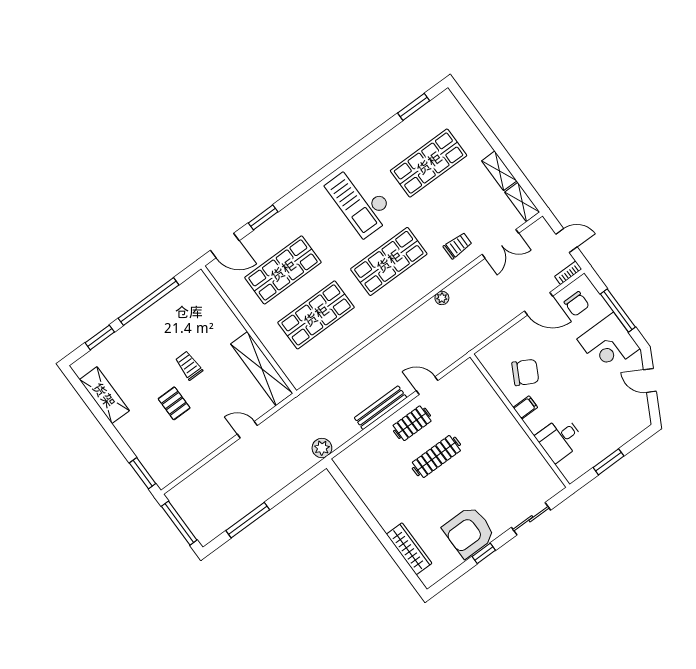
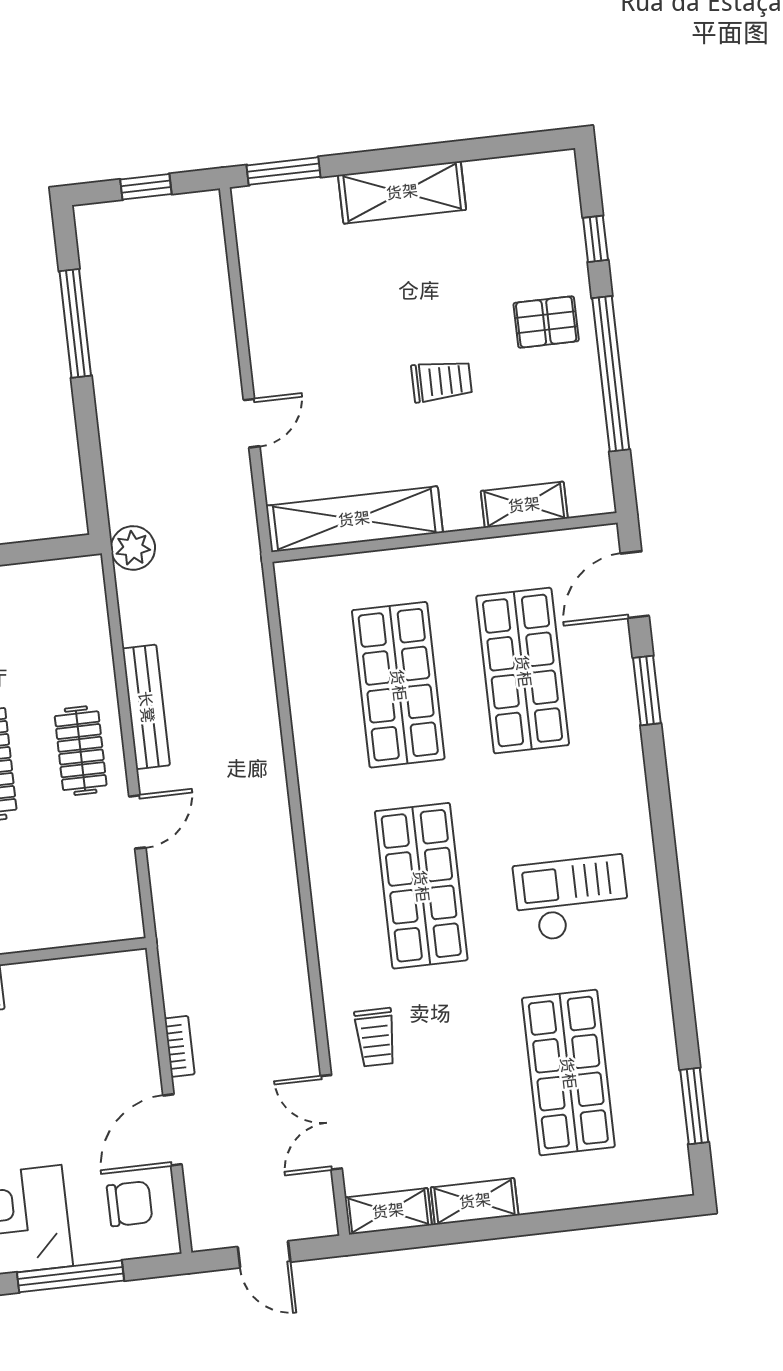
checkout: (360, 200) -> (572, 898), width x0.73, depth x0.83
door: (566, 241) -> (264, 1254), hinge flipped
bookcase: (568, 273) -> (180, 1046), moved
plant: (442, 298) -> (291, 948), removed
chair: (577, 304) -> (130, 1204), turned 180
shelving: (218, 306) -> (524, 505), added
window: (100, 337) -> (595, 239), width x0.67
chair: (525, 372) -> (53, 1028), removed
shelving: (104, 395) -> (402, 192), moved
pallet: (174, 403) -> (546, 322), moved
window: (179, 523) -> (146, 187), width x0.46

